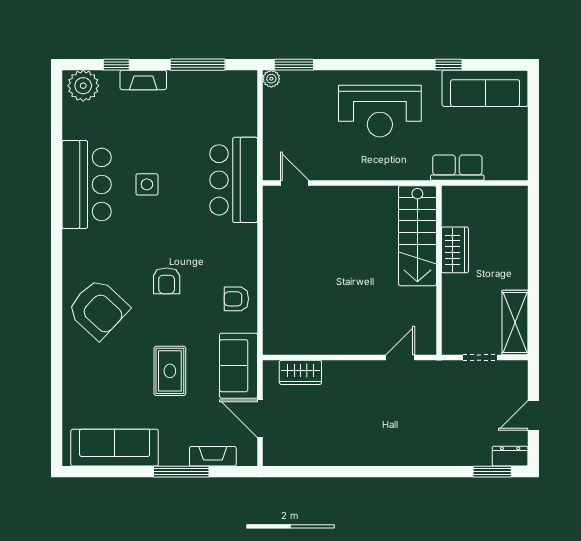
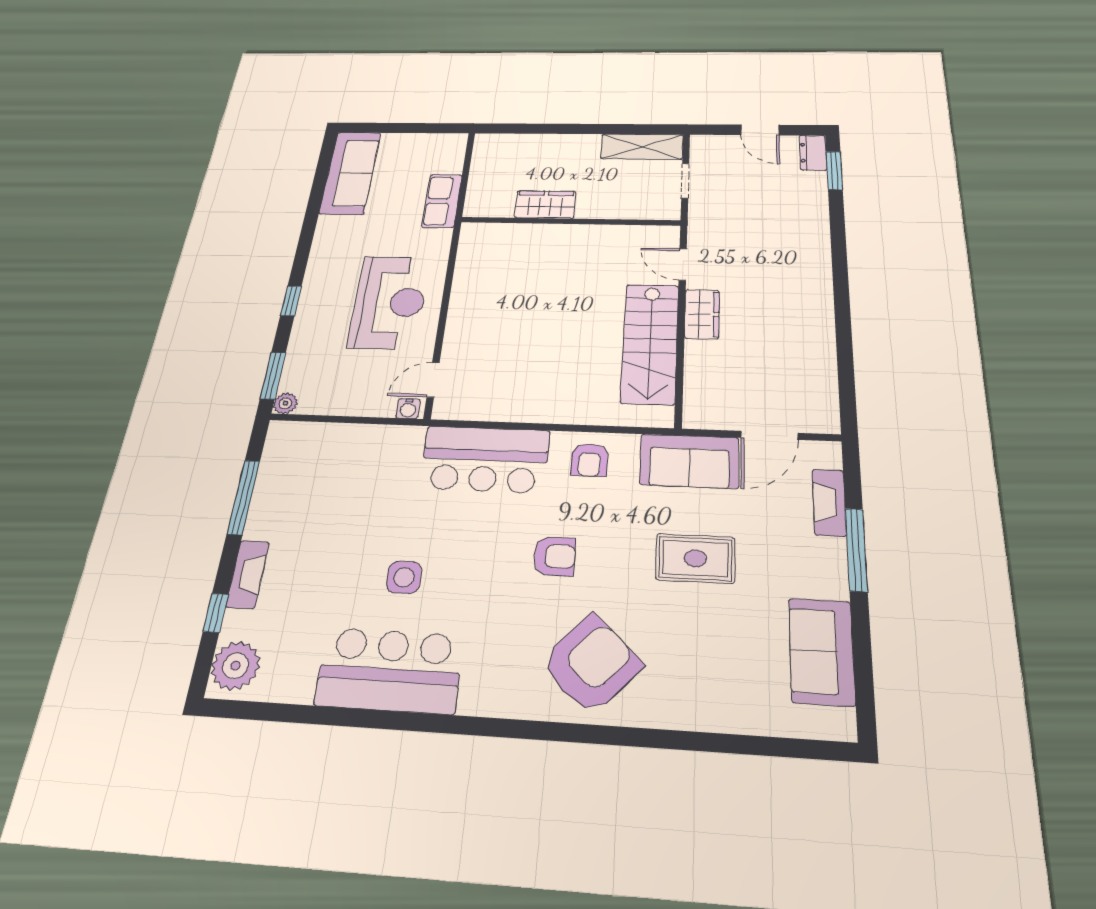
window: (449, 65) -> (291, 301), moved
reception desk: (380, 111) -> (389, 302), moved
water cooler: (271, 168) -> (408, 409), added
bar counter: (234, 180) -> (485, 459), moved
stairs: (417, 236) -> (650, 343), moved, turned 90
wardrobe: (300, 372) -> (702, 314), moved
sofa: (115, 448) -> (822, 651), width x0.73

